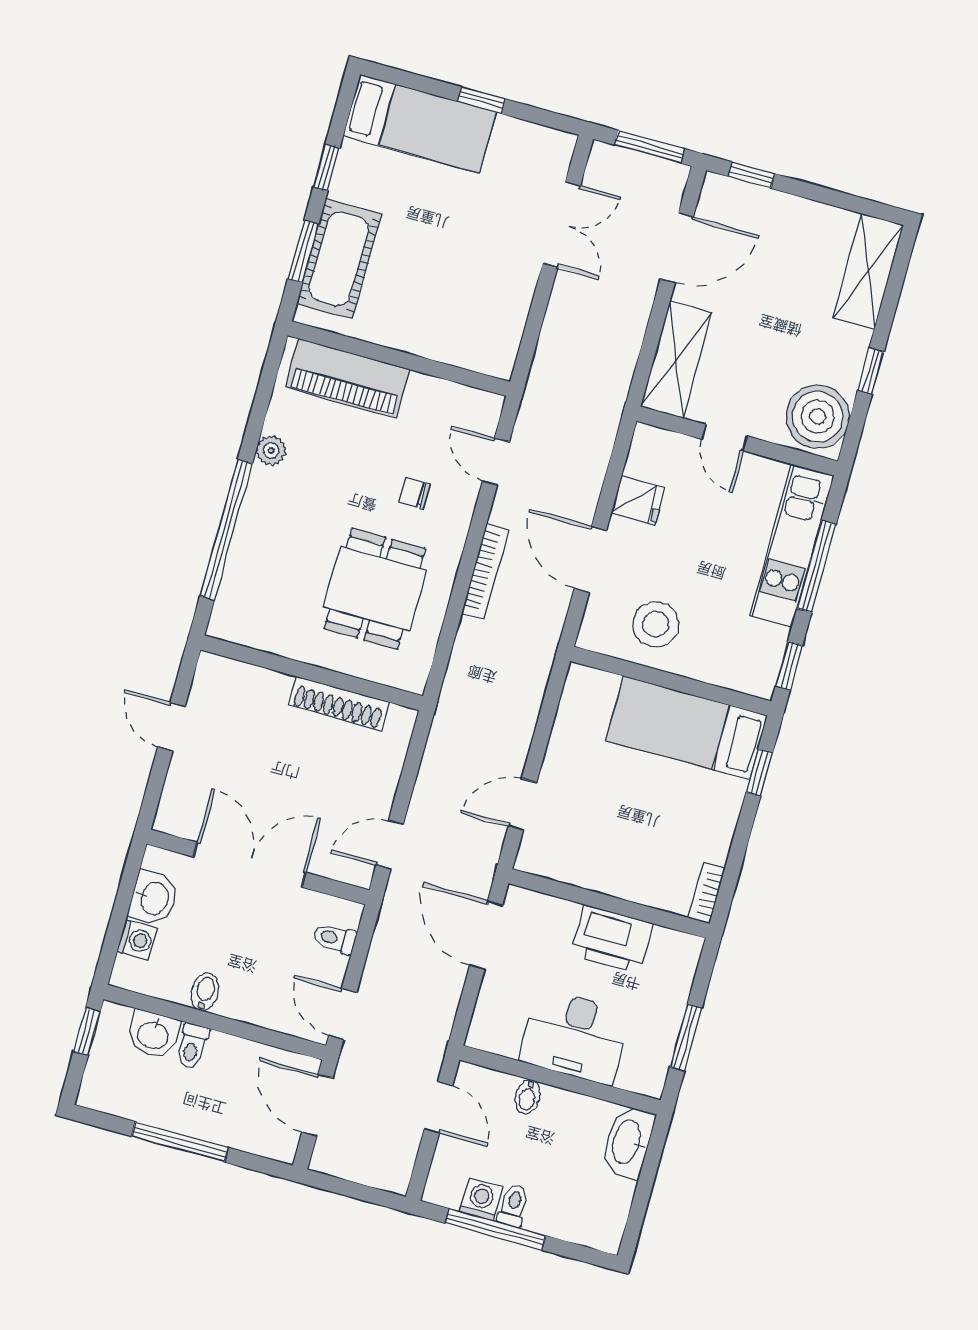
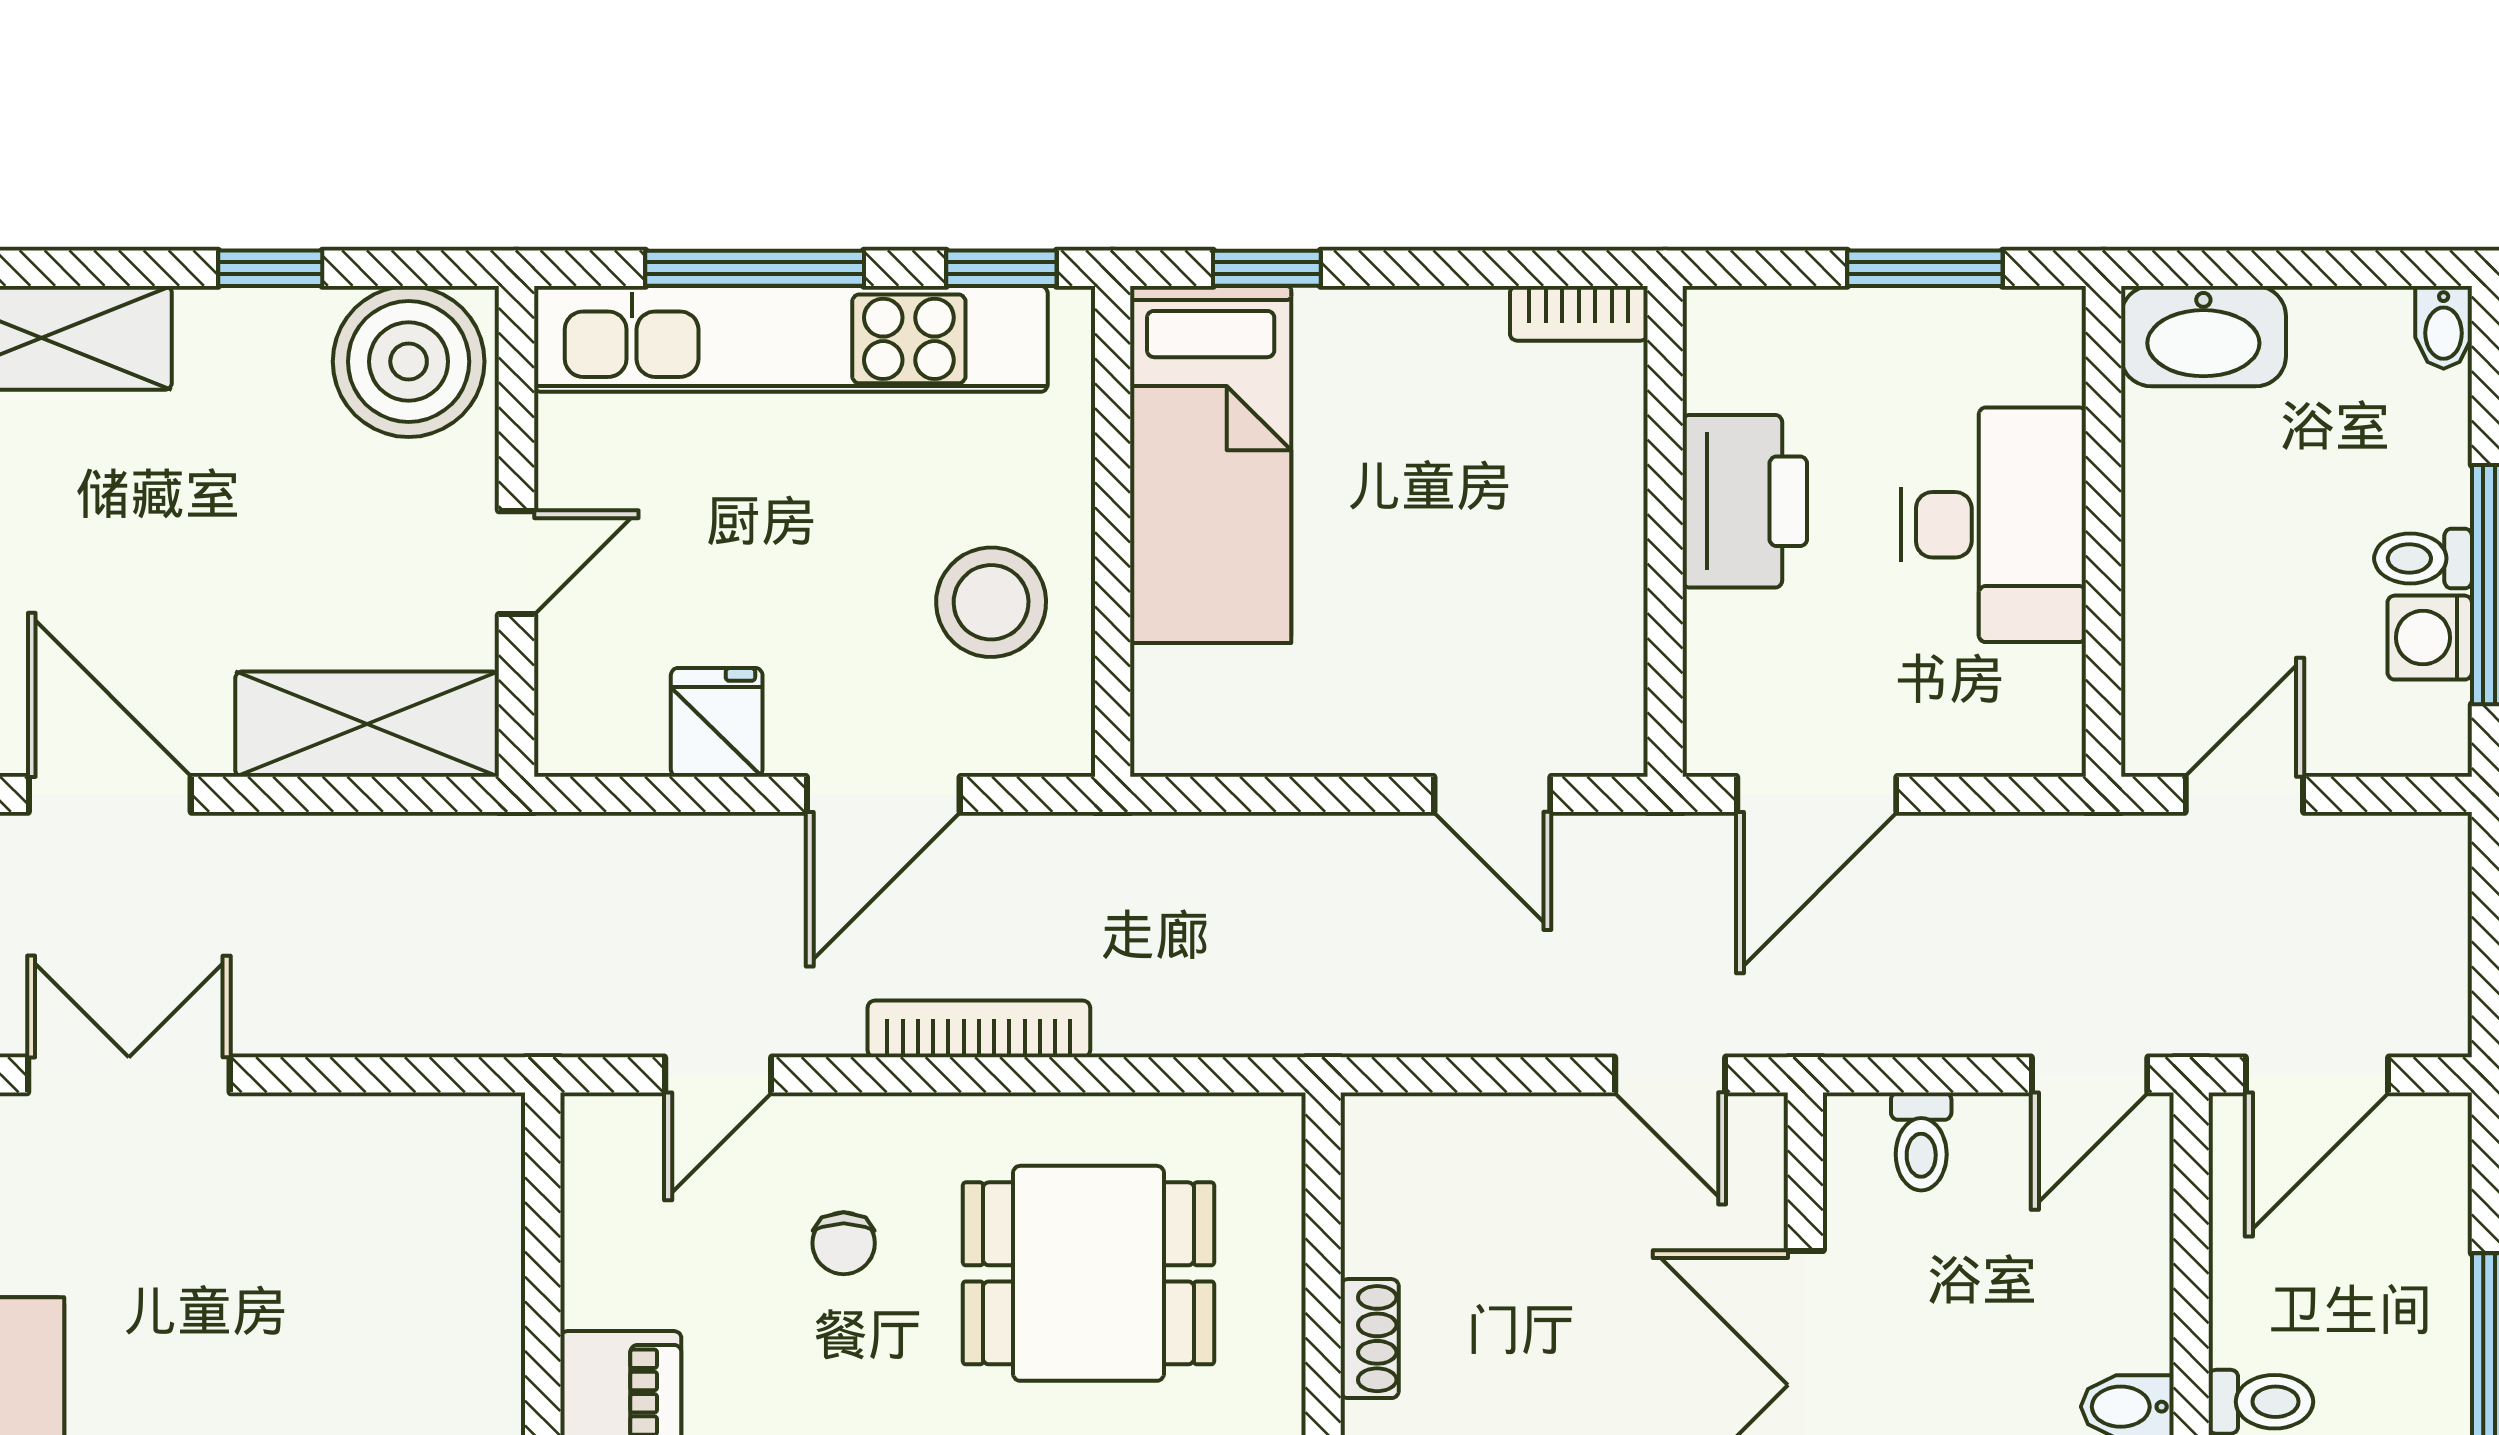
kitchen unit: (792, 545) -> (791, 339), width x1.36
shoe rack: (339, 703) -> (1370, 1339), width x0.51, depth x0.81
bidet: (528, 1097) -> (2444, 327), moved, turned 90

